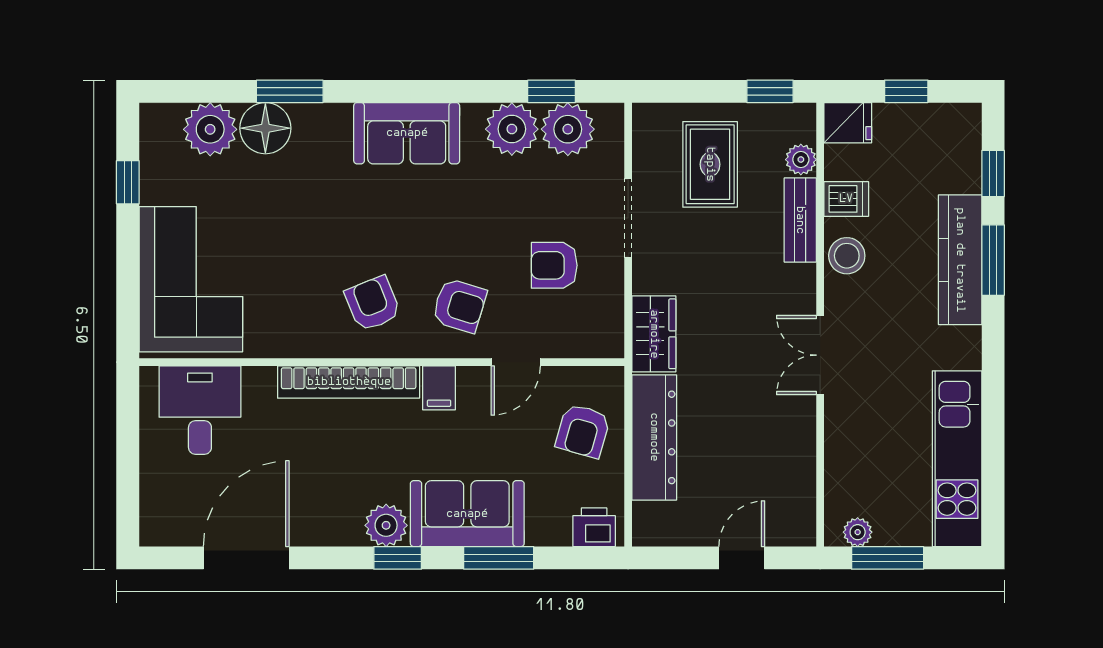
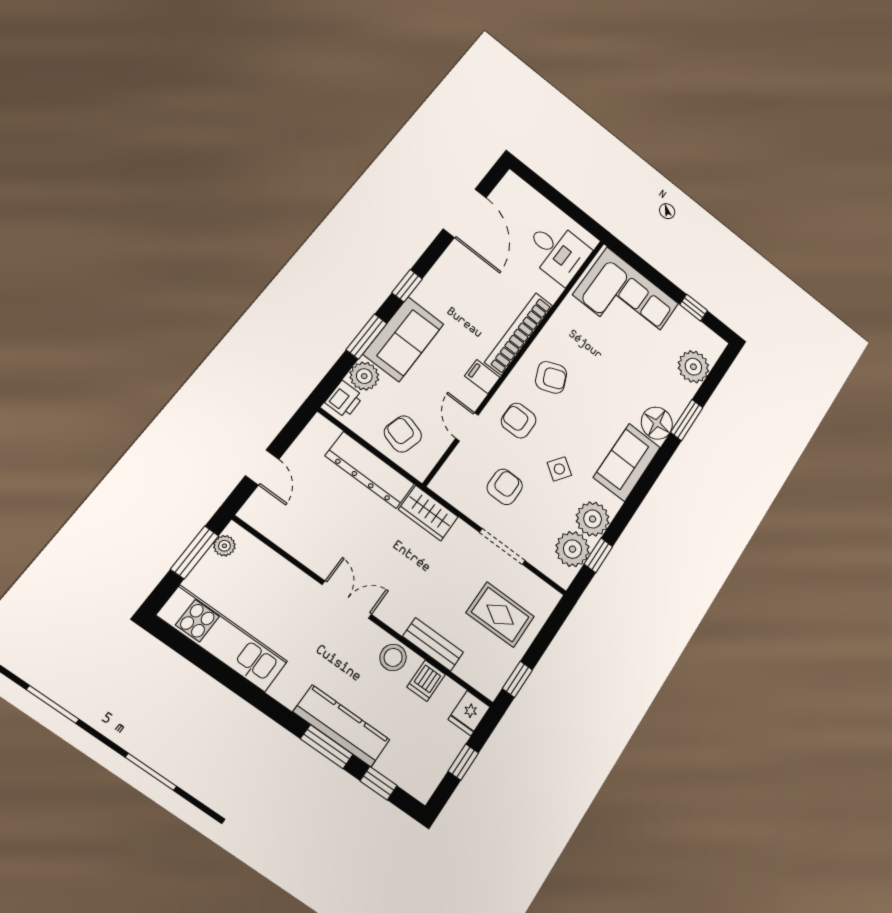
floor lamp: (265, 128) -> (657, 423), moved
plant: (801, 160) -> (467, 670), removed
side table: (481, 213) -> (559, 469), added
armchair: (459, 306) -> (519, 421), turned 73
plant: (386, 525) -> (364, 376), moved

